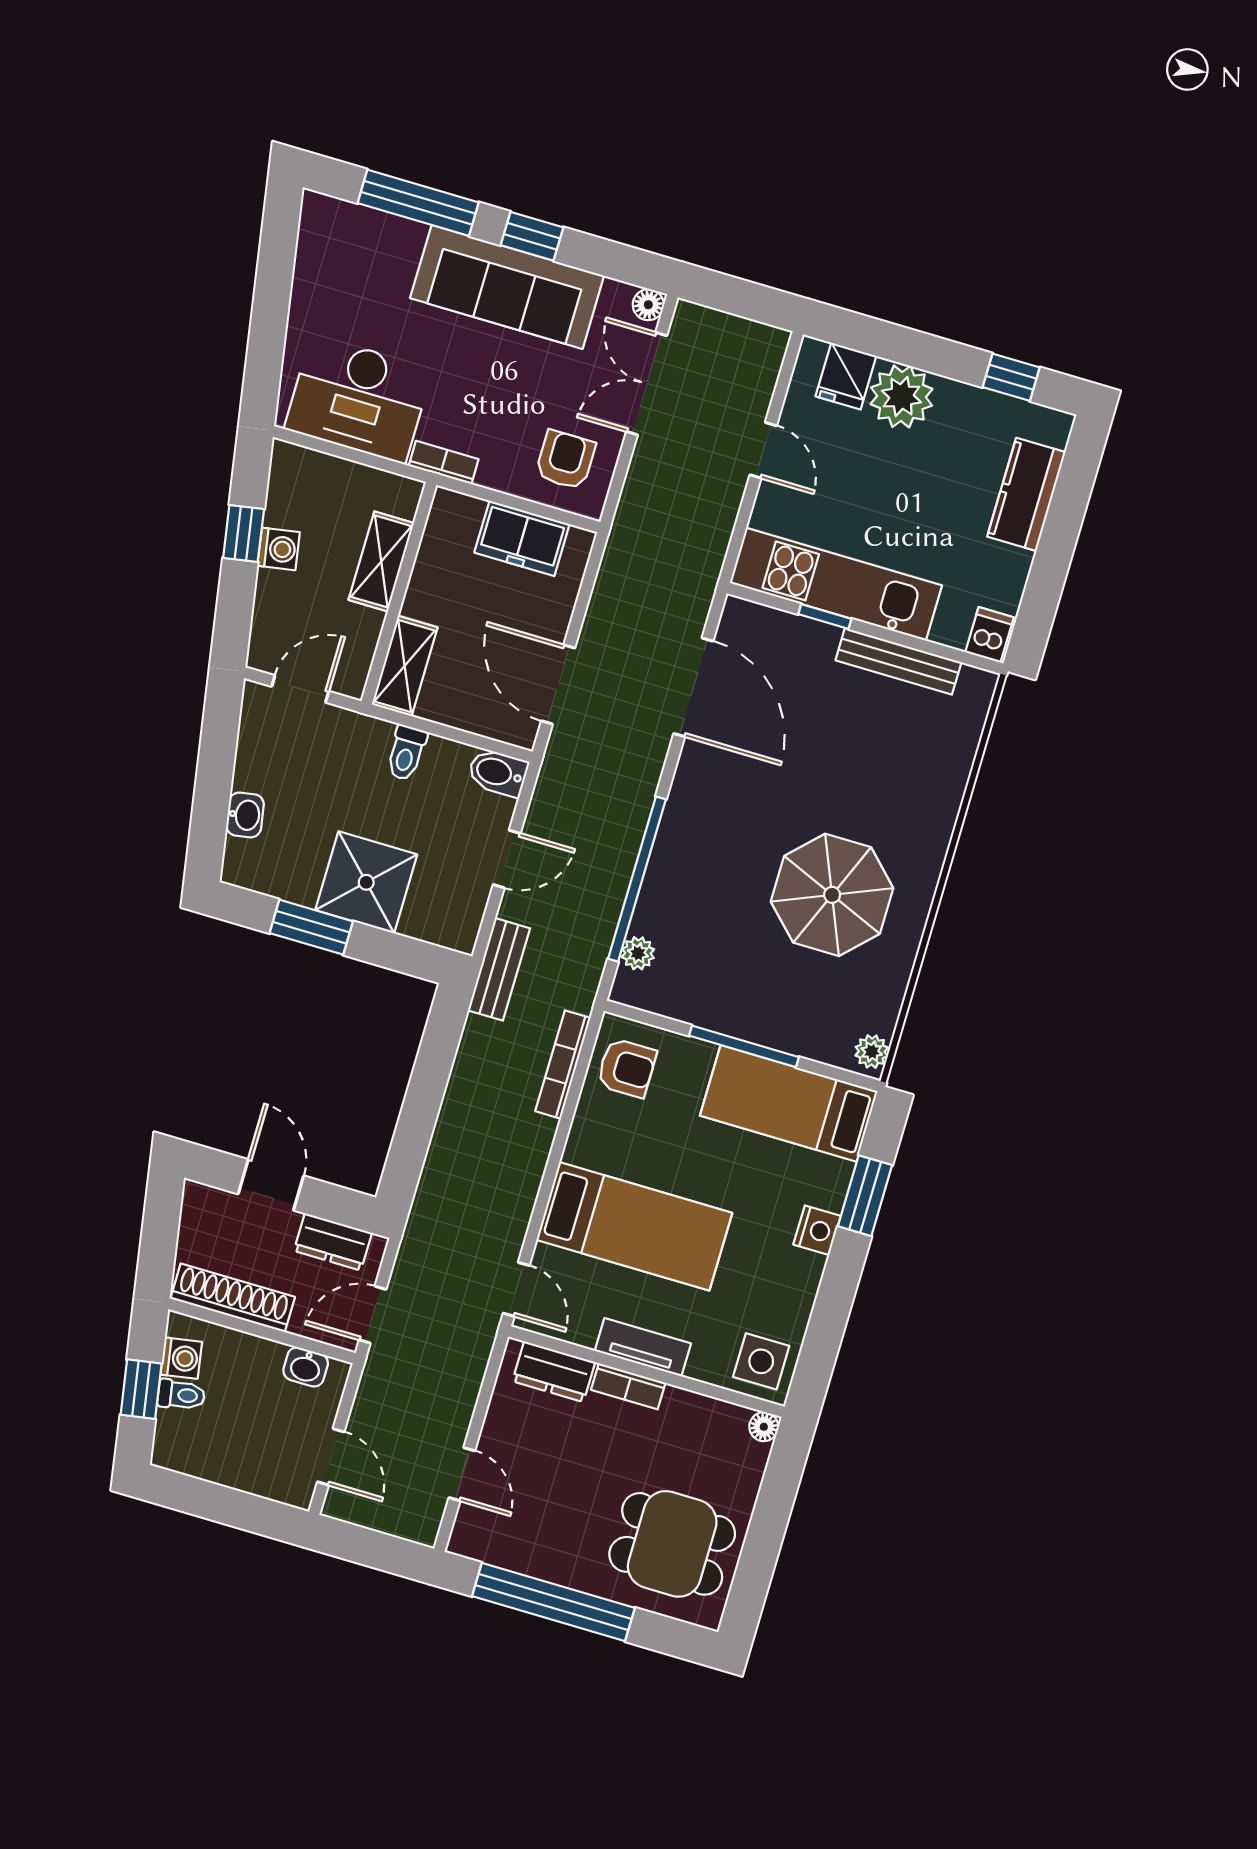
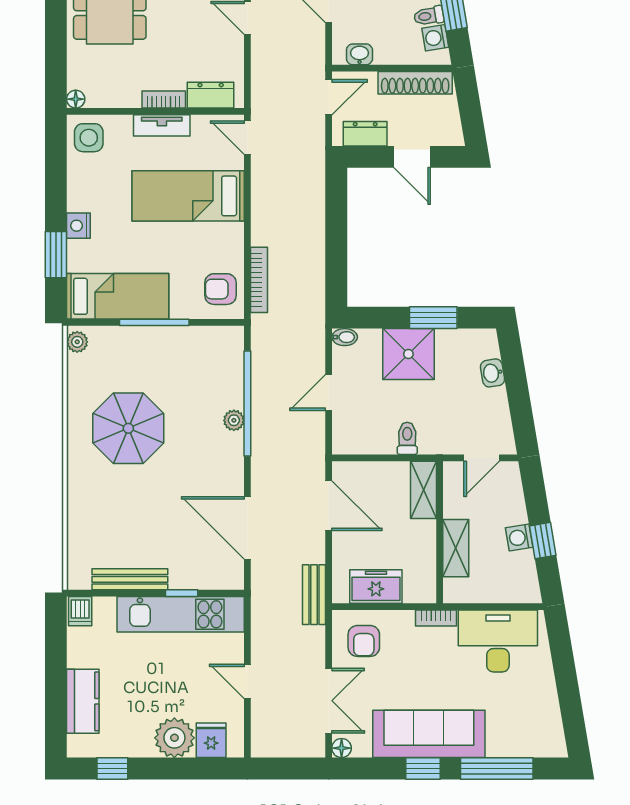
bidet: (498, 773) -> (345, 337), moved, width x0.72, depth x0.74
plant: (638, 953) -> (234, 420), moved
bench: (499, 969) -> (314, 595), moved

